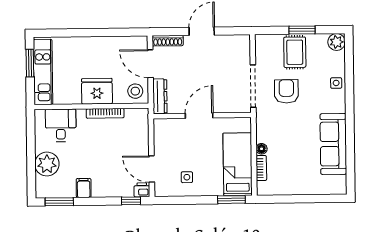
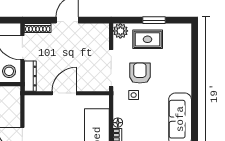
plant: (337, 42) -> (120, 31), moved
rug: (295, 52) -> (148, 39), turned 90
side table: (336, 83) -> (134, 95), moved

